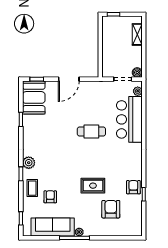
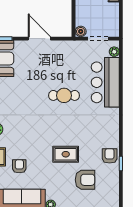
boiler: (137, 72) -> (81, 31), moved
door: (69, 79) -> (39, 39), swing flipped
armchair: (111, 209) -> (85, 180), turned 90

